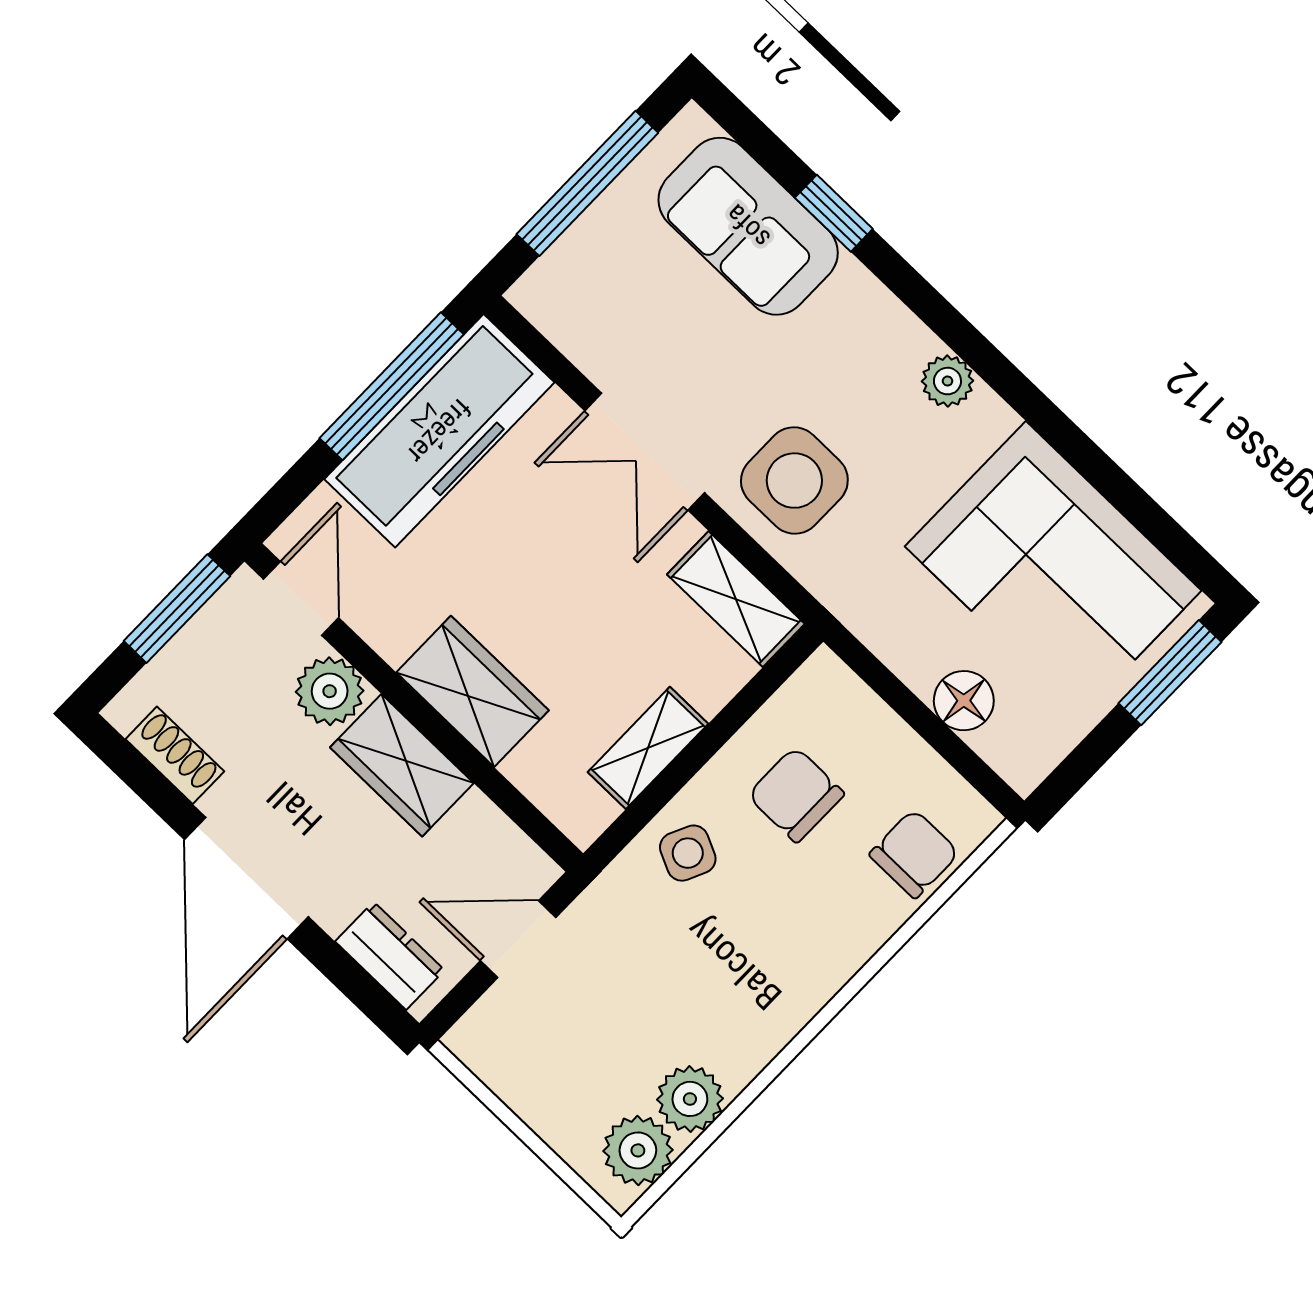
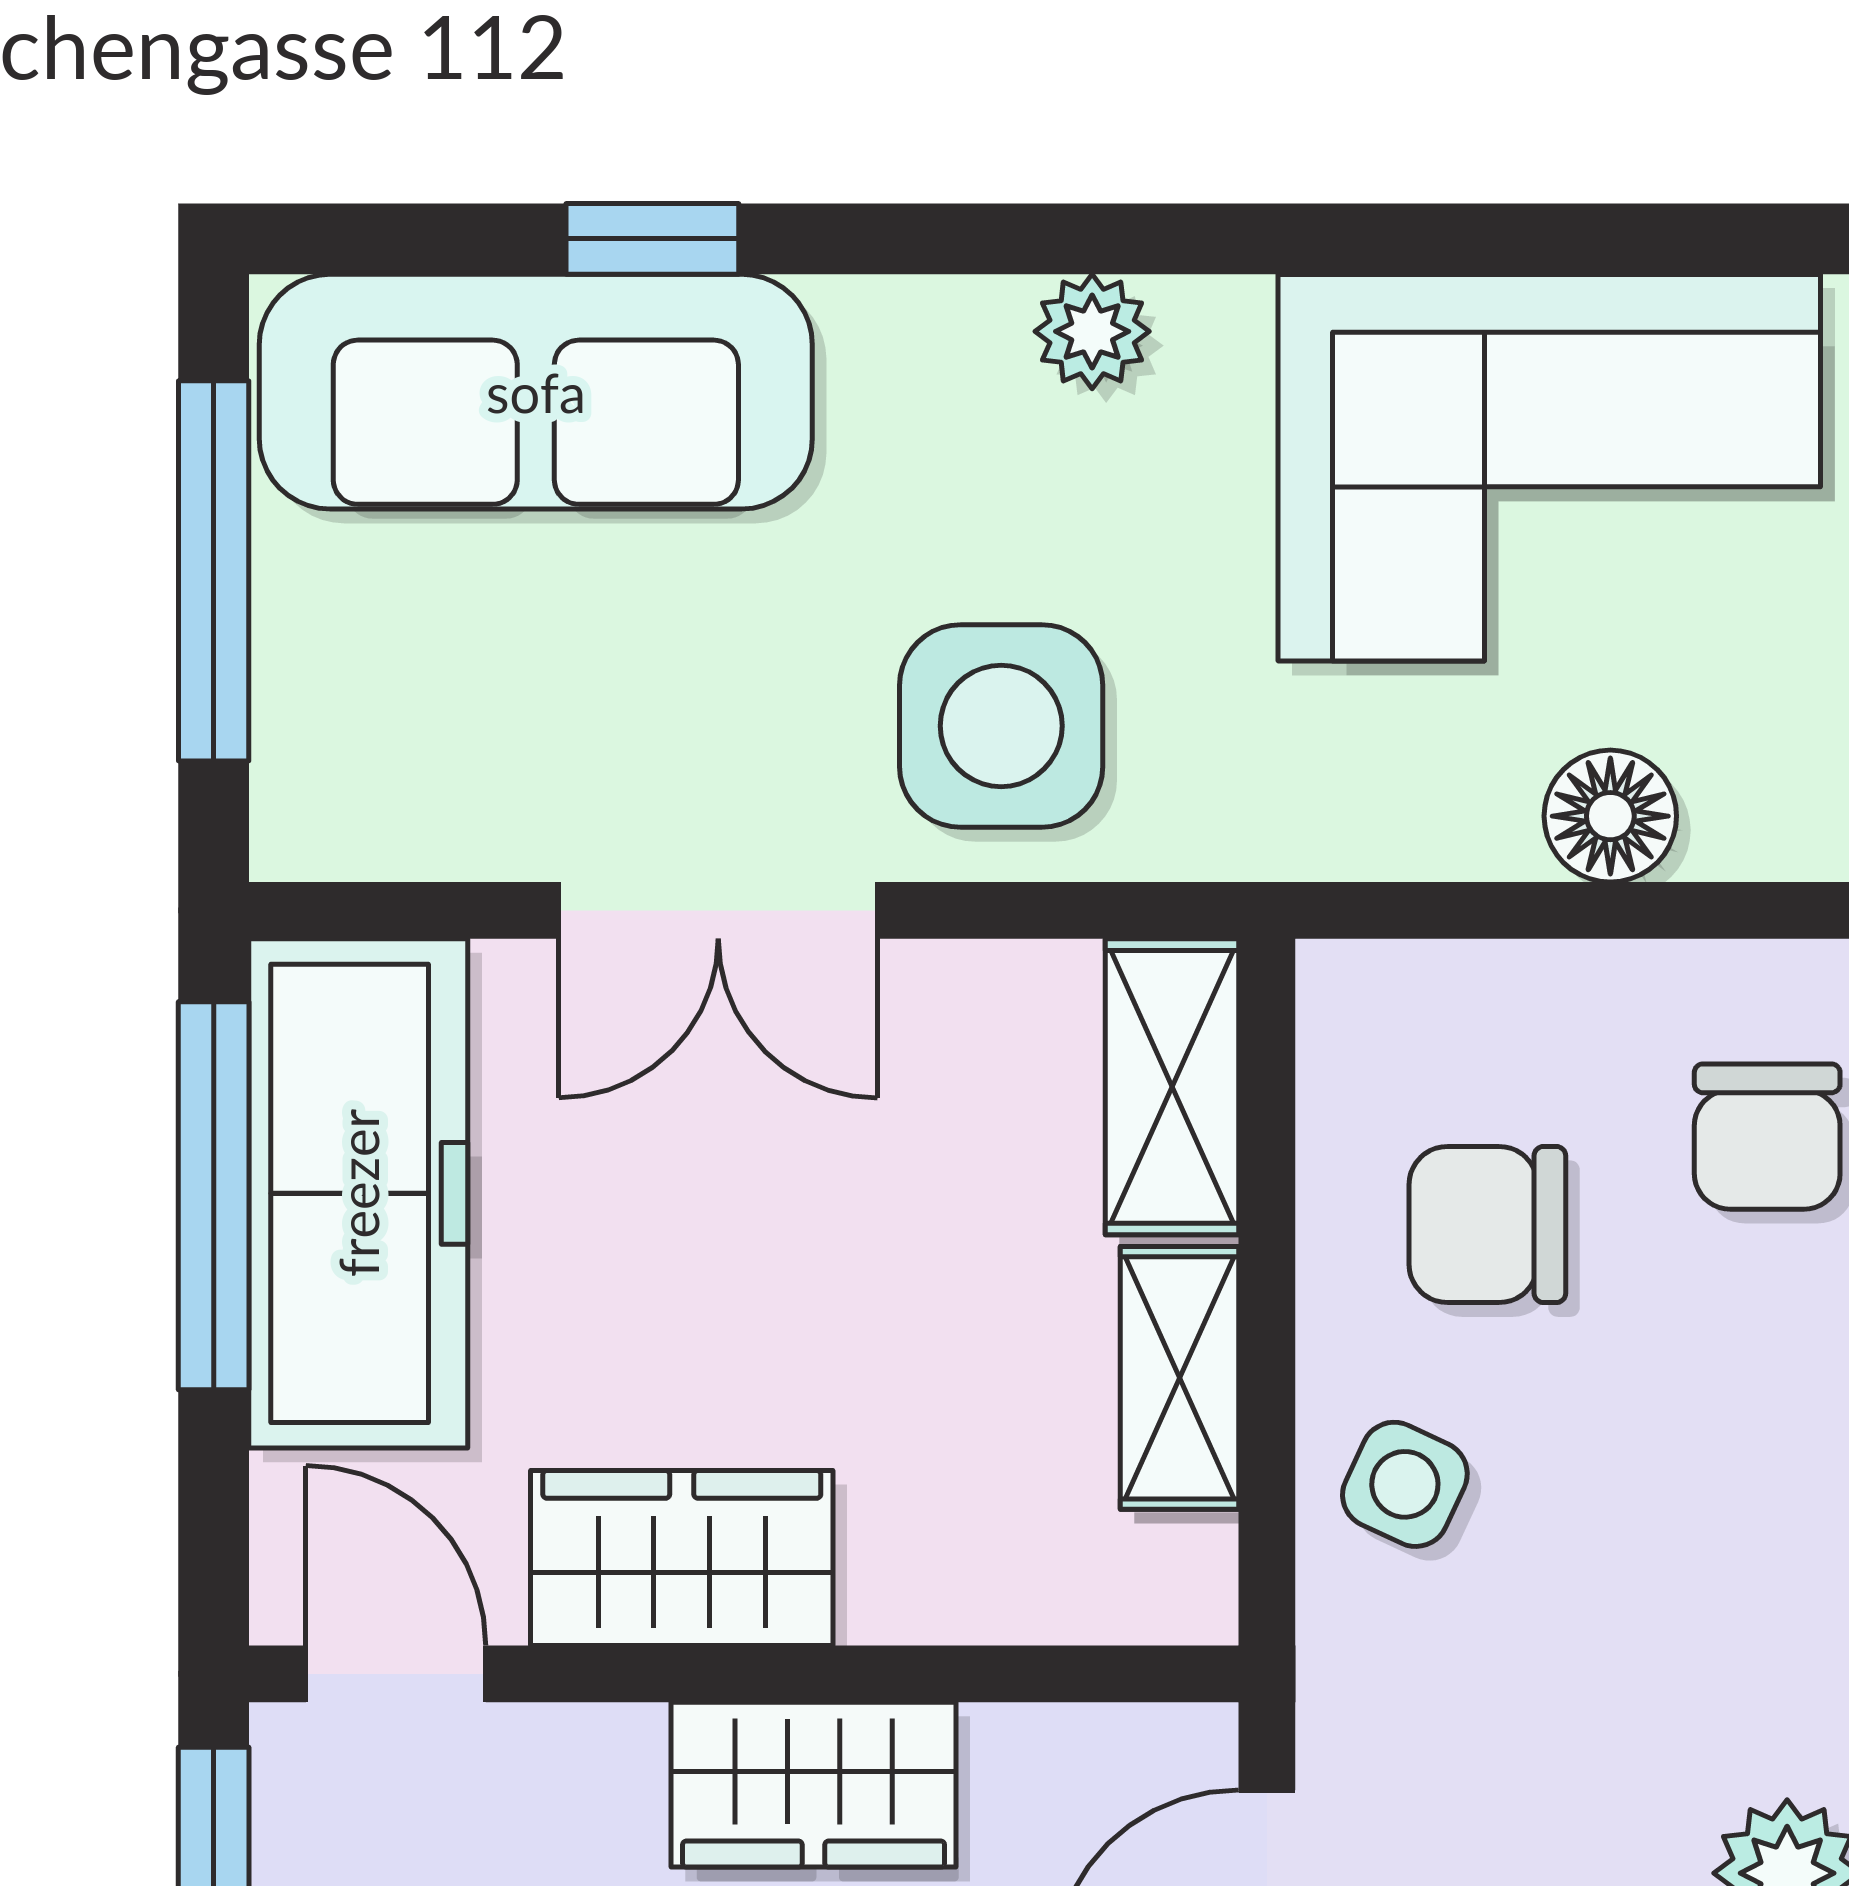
sofa: (748, 226) -> (536, 392), width x1.36
shelving: (736, 599) -> (1172, 1087), moved, turned 90
plant: (330, 691) -> (584, 1778), removed
wardrobe: (472, 691) -> (682, 1558), moved
chair: (914, 854) -> (1767, 1137), turned 180

